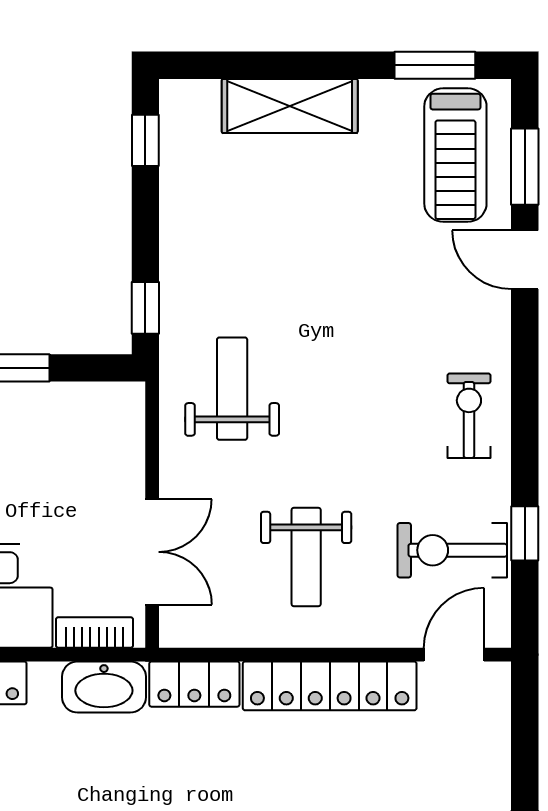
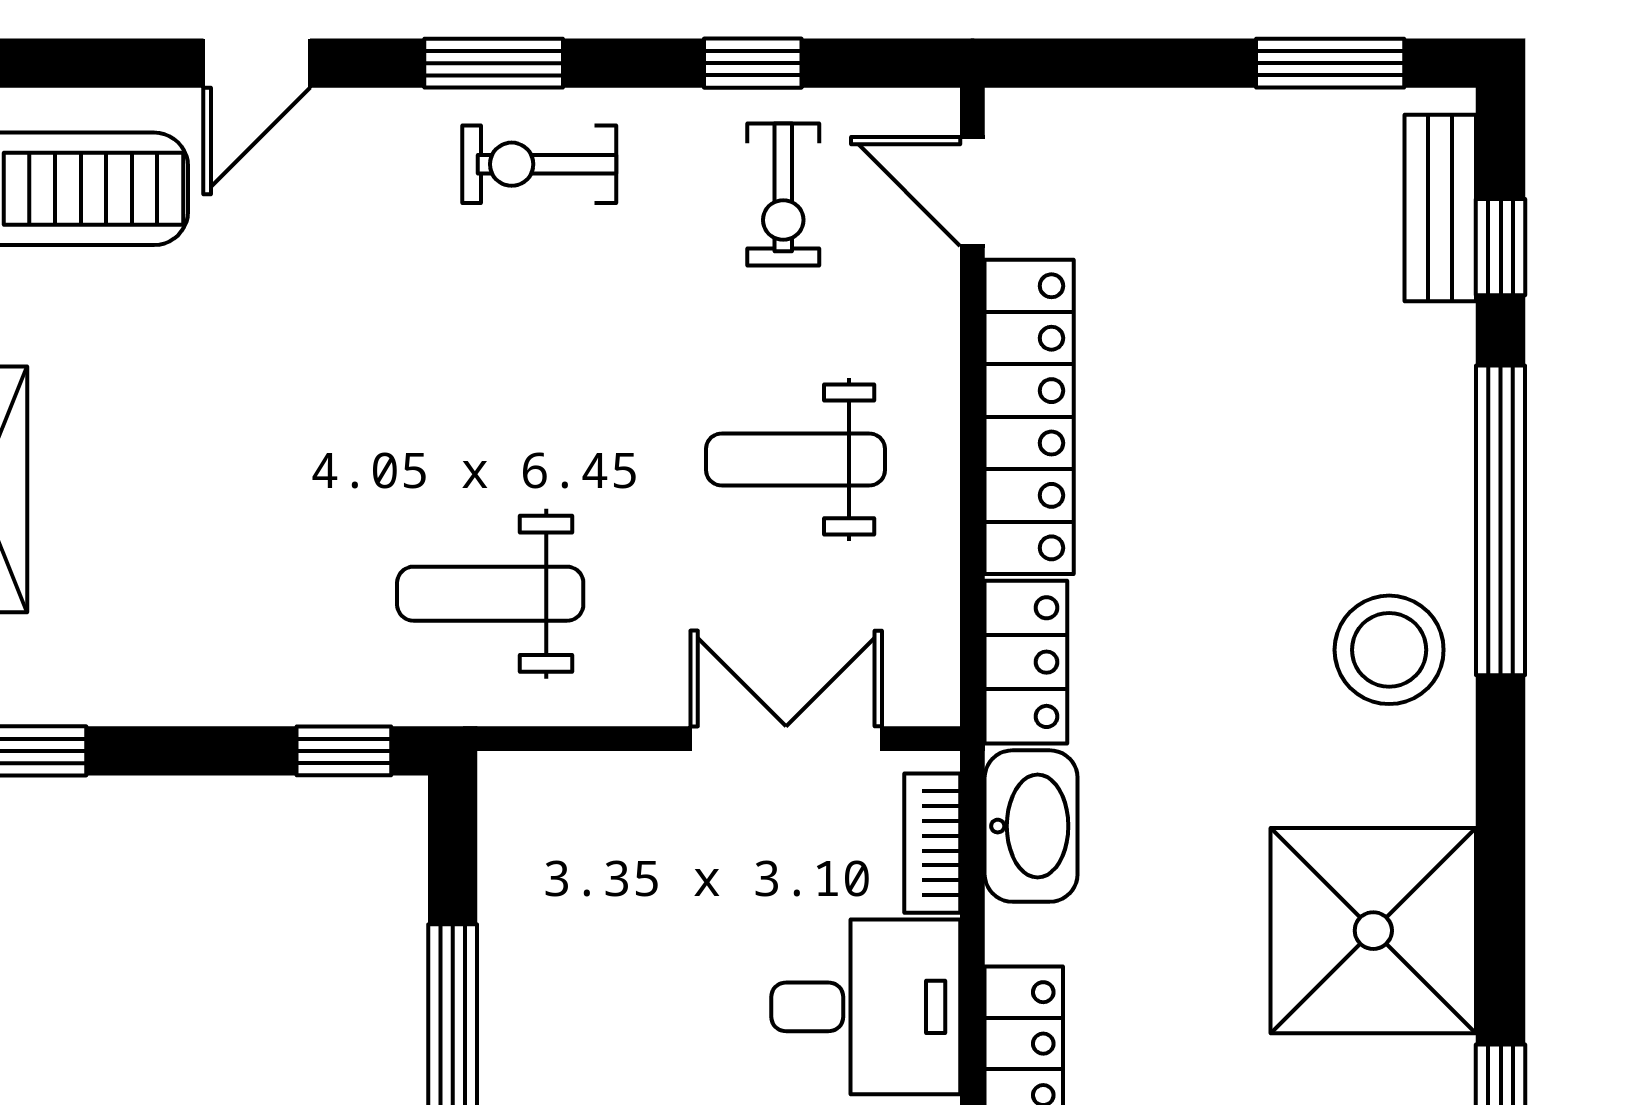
window: (525, 167) -> (494, 63), moved
exercise bike: (452, 550) -> (783, 194), width x0.73, depth x0.72
weight bench: (306, 557) -> (796, 459), turned 180

